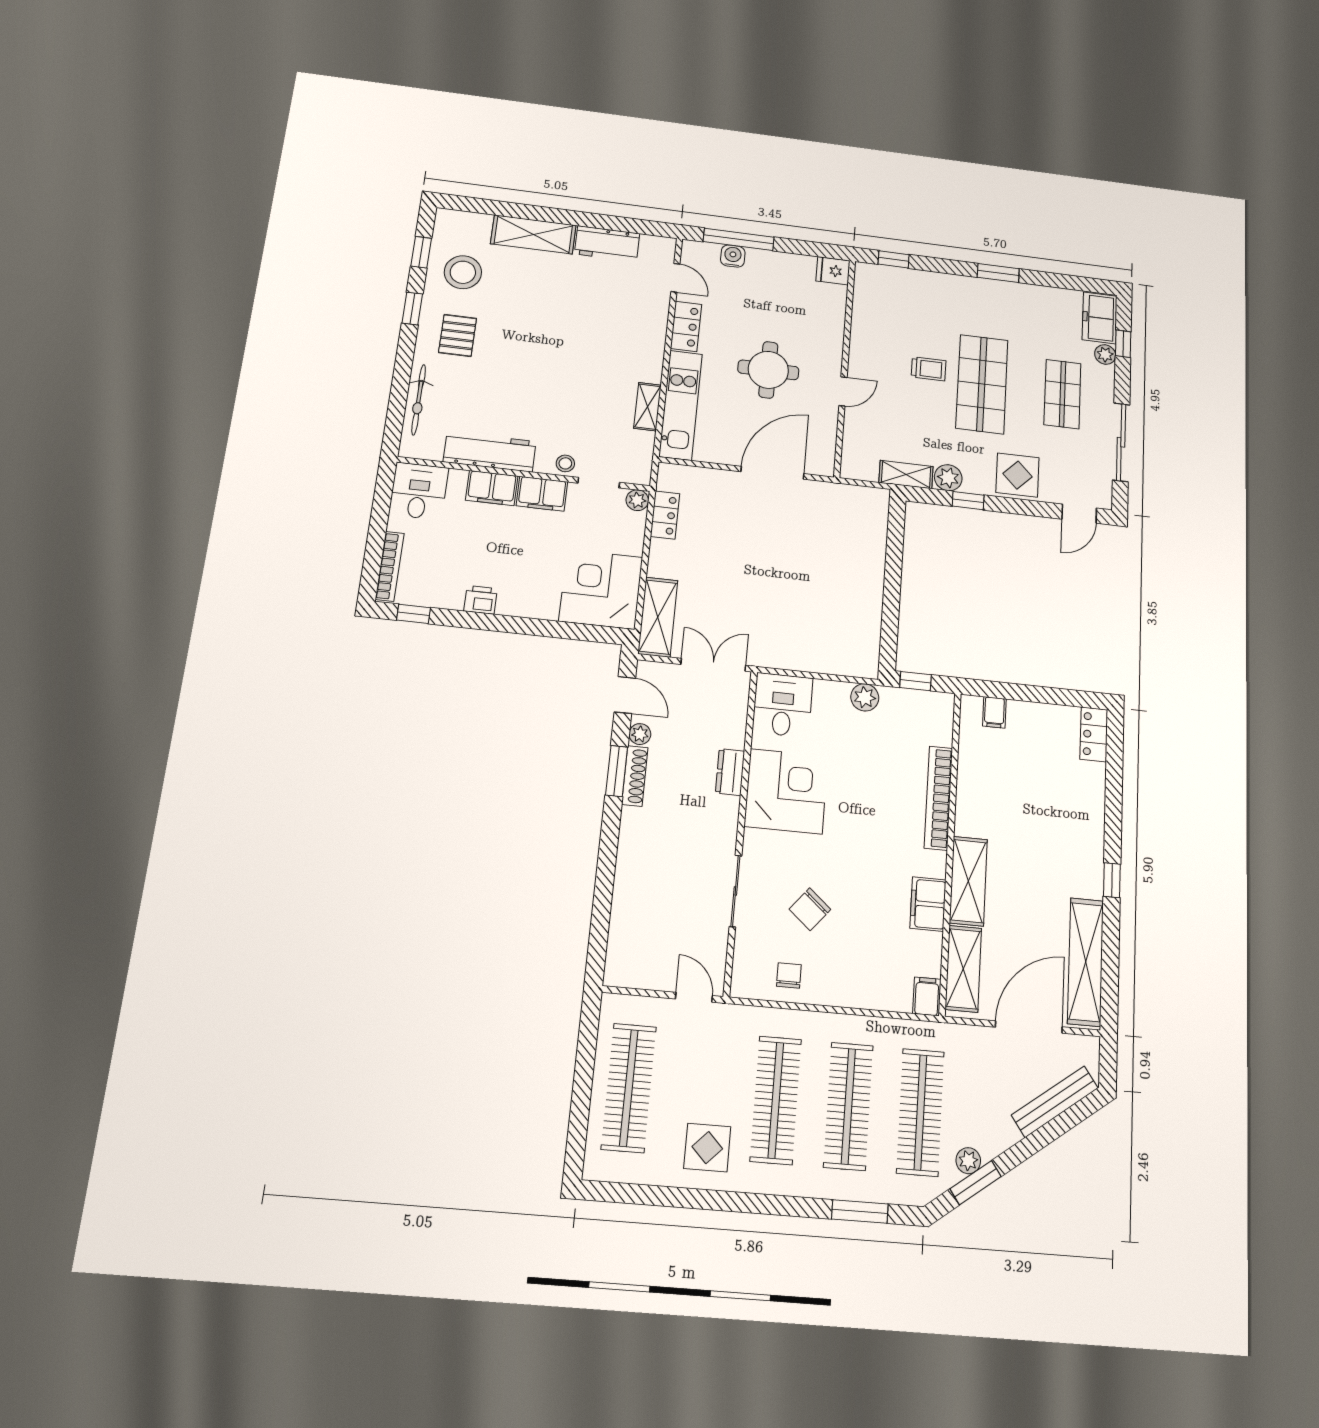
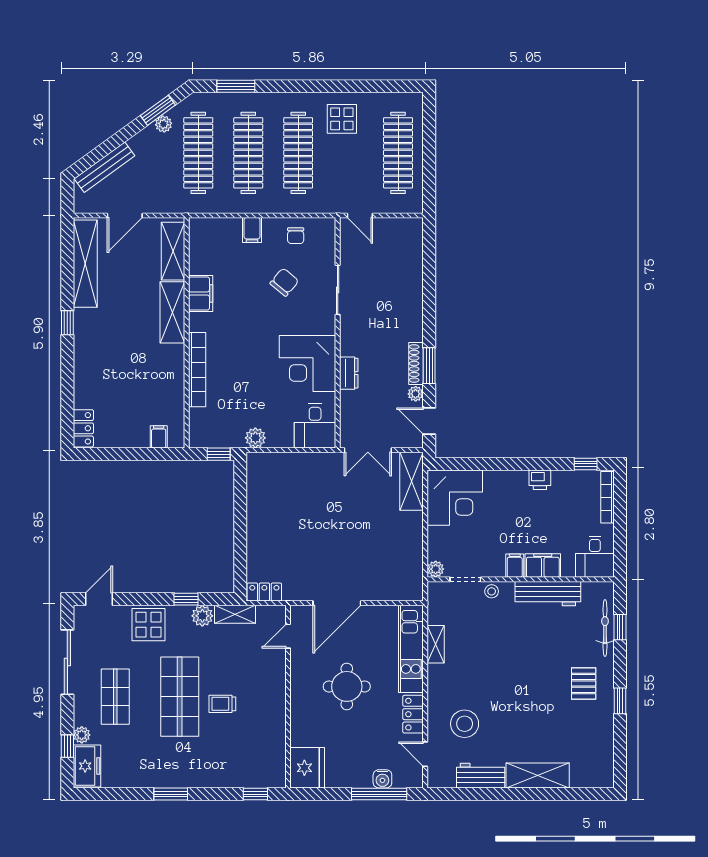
window: (421, 252) -> (620, 627), moved
fridge: (833, 271) -> (307, 768), width x1.88, depth x1.34
stool: (463, 272) -> (465, 724), moved
door: (843, 391) -> (288, 636), moved
filing cabinet: (542, 494) -> (515, 566), width x0.50
locker: (665, 515) -> (264, 592), moved, turned 90
filing cabinet: (927, 996) -> (252, 230), moved
door: (1029, 1027) -> (125, 215), width x0.73

